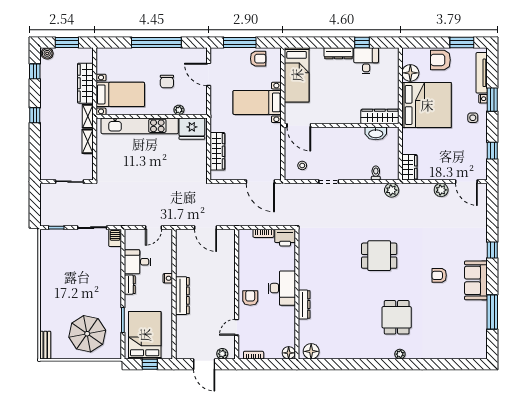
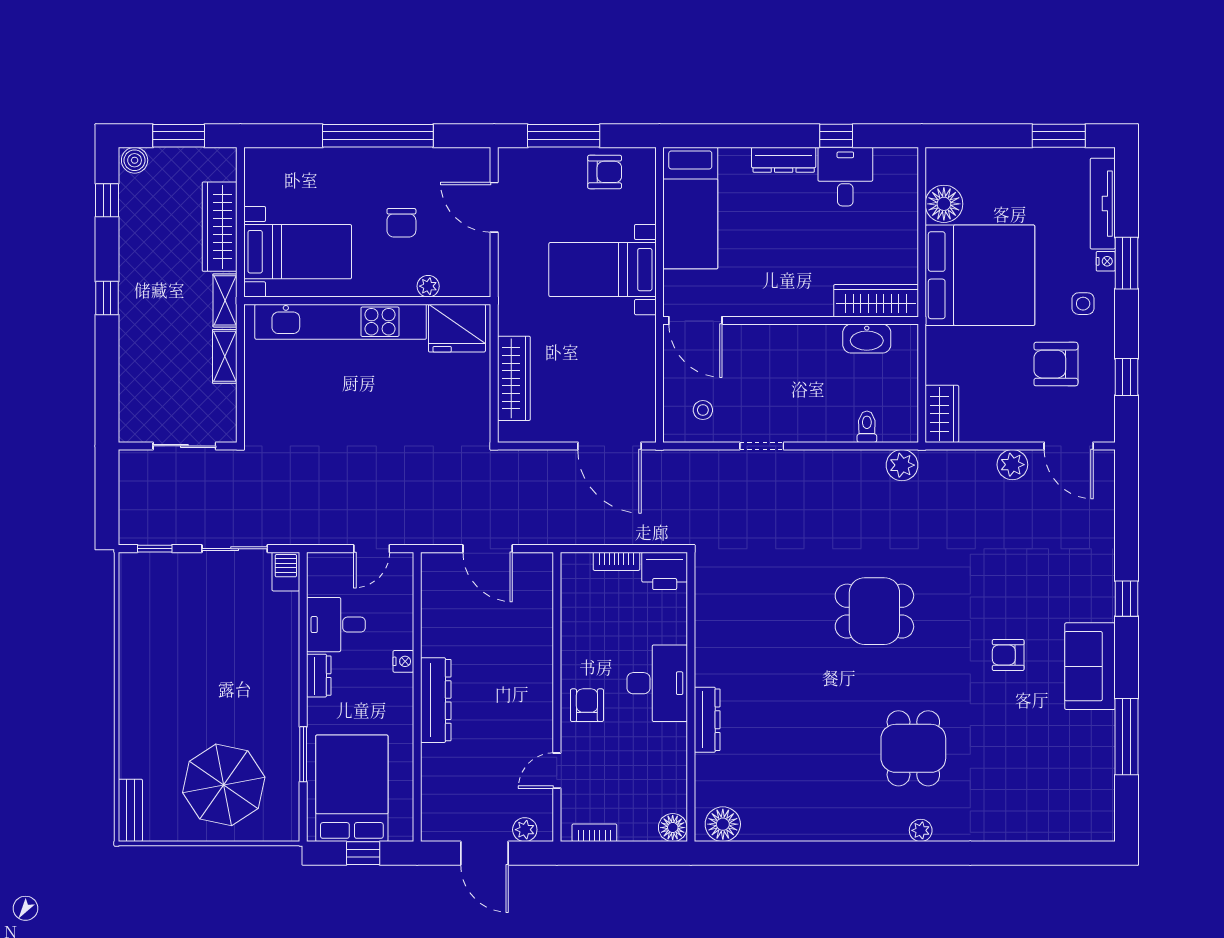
armchair: (440, 60) -> (1056, 364), moved

